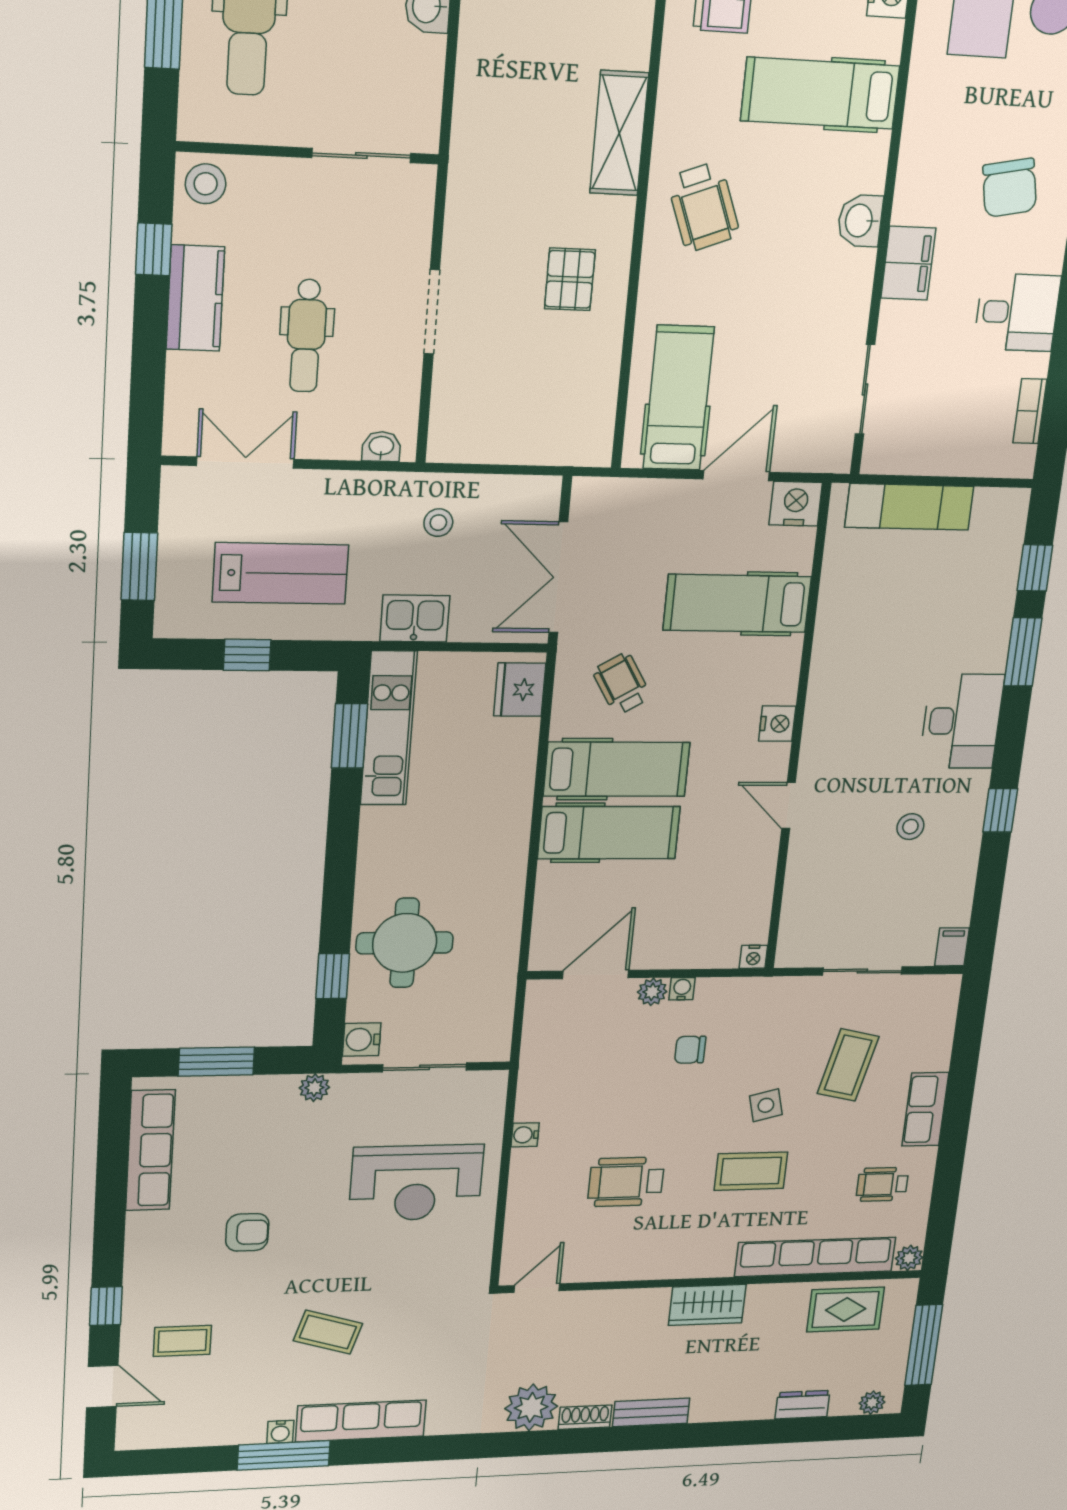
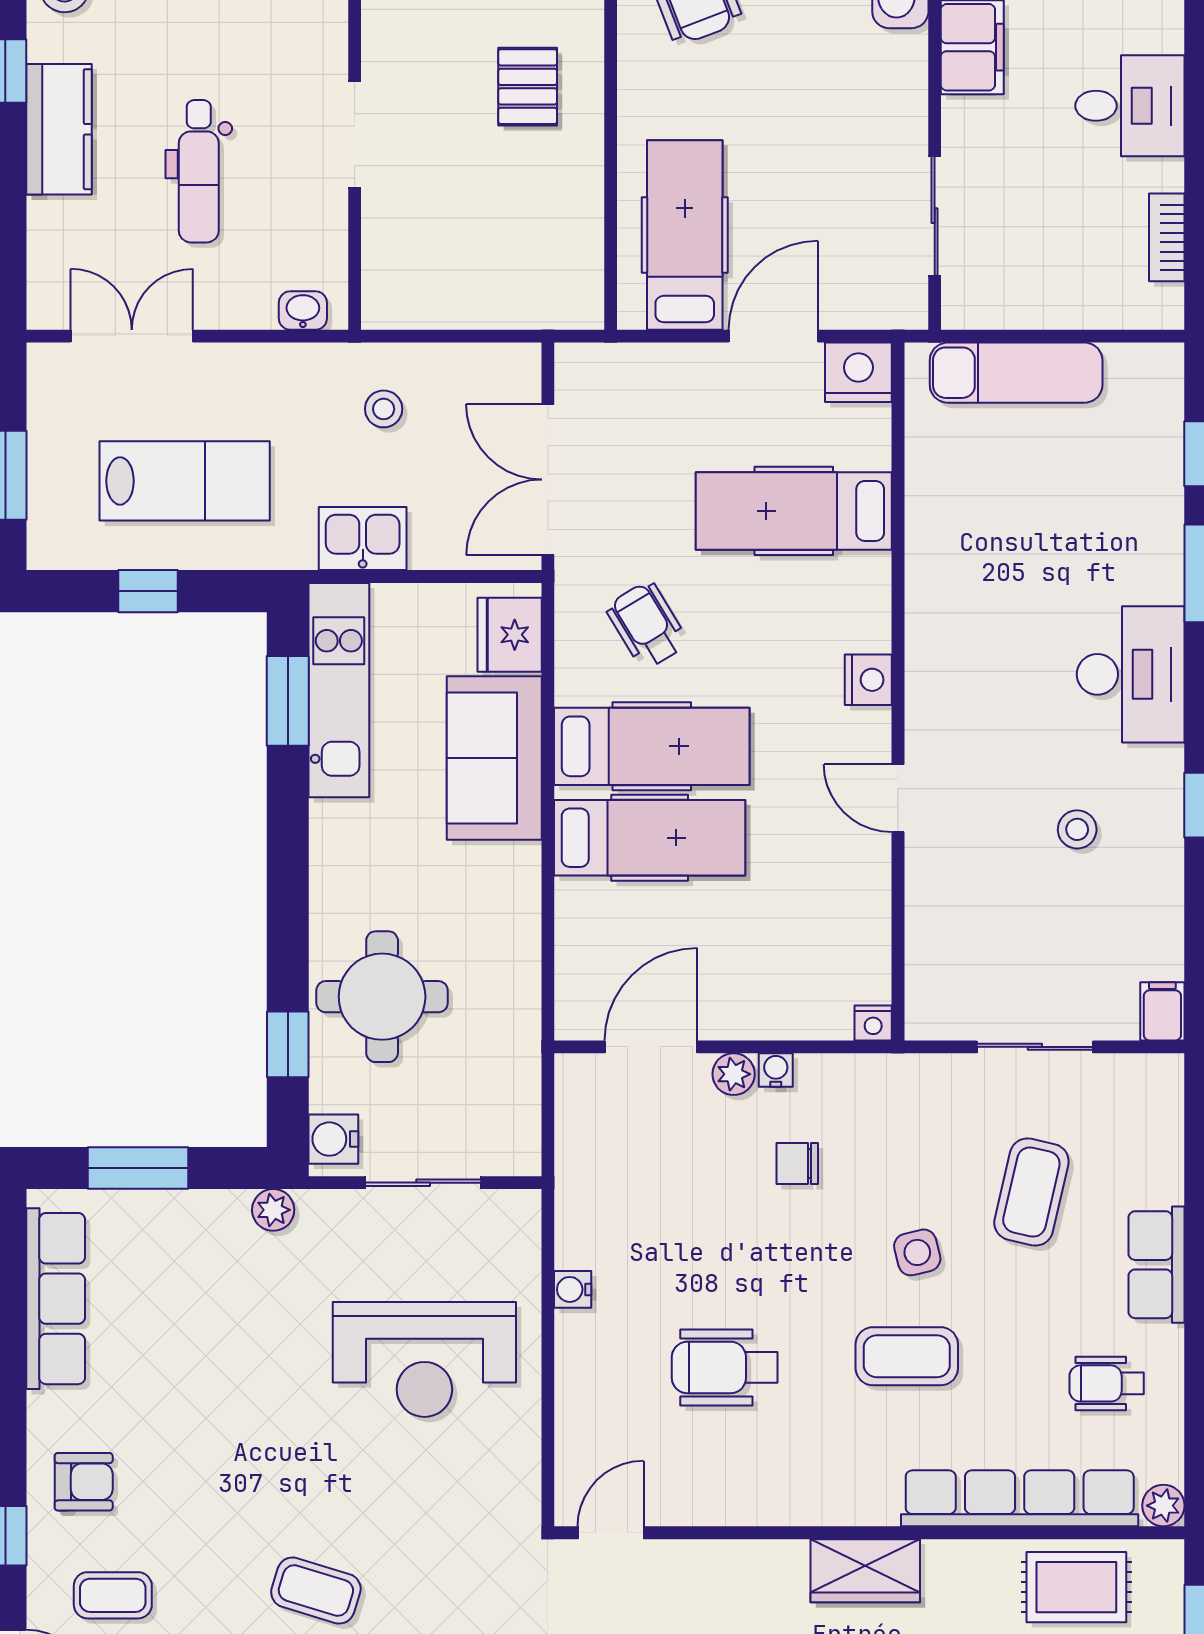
sofa: (501, 777) -> (494, 758), added
armchair: (247, 1232) -> (84, 1482), moved

